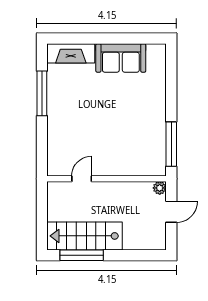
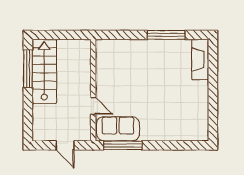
sofa: (121, 58) -> (118, 129), moved, turned 90
door: (82, 179) -> (93, 106), moved
plant: (160, 188) -> (85, 135), removed

